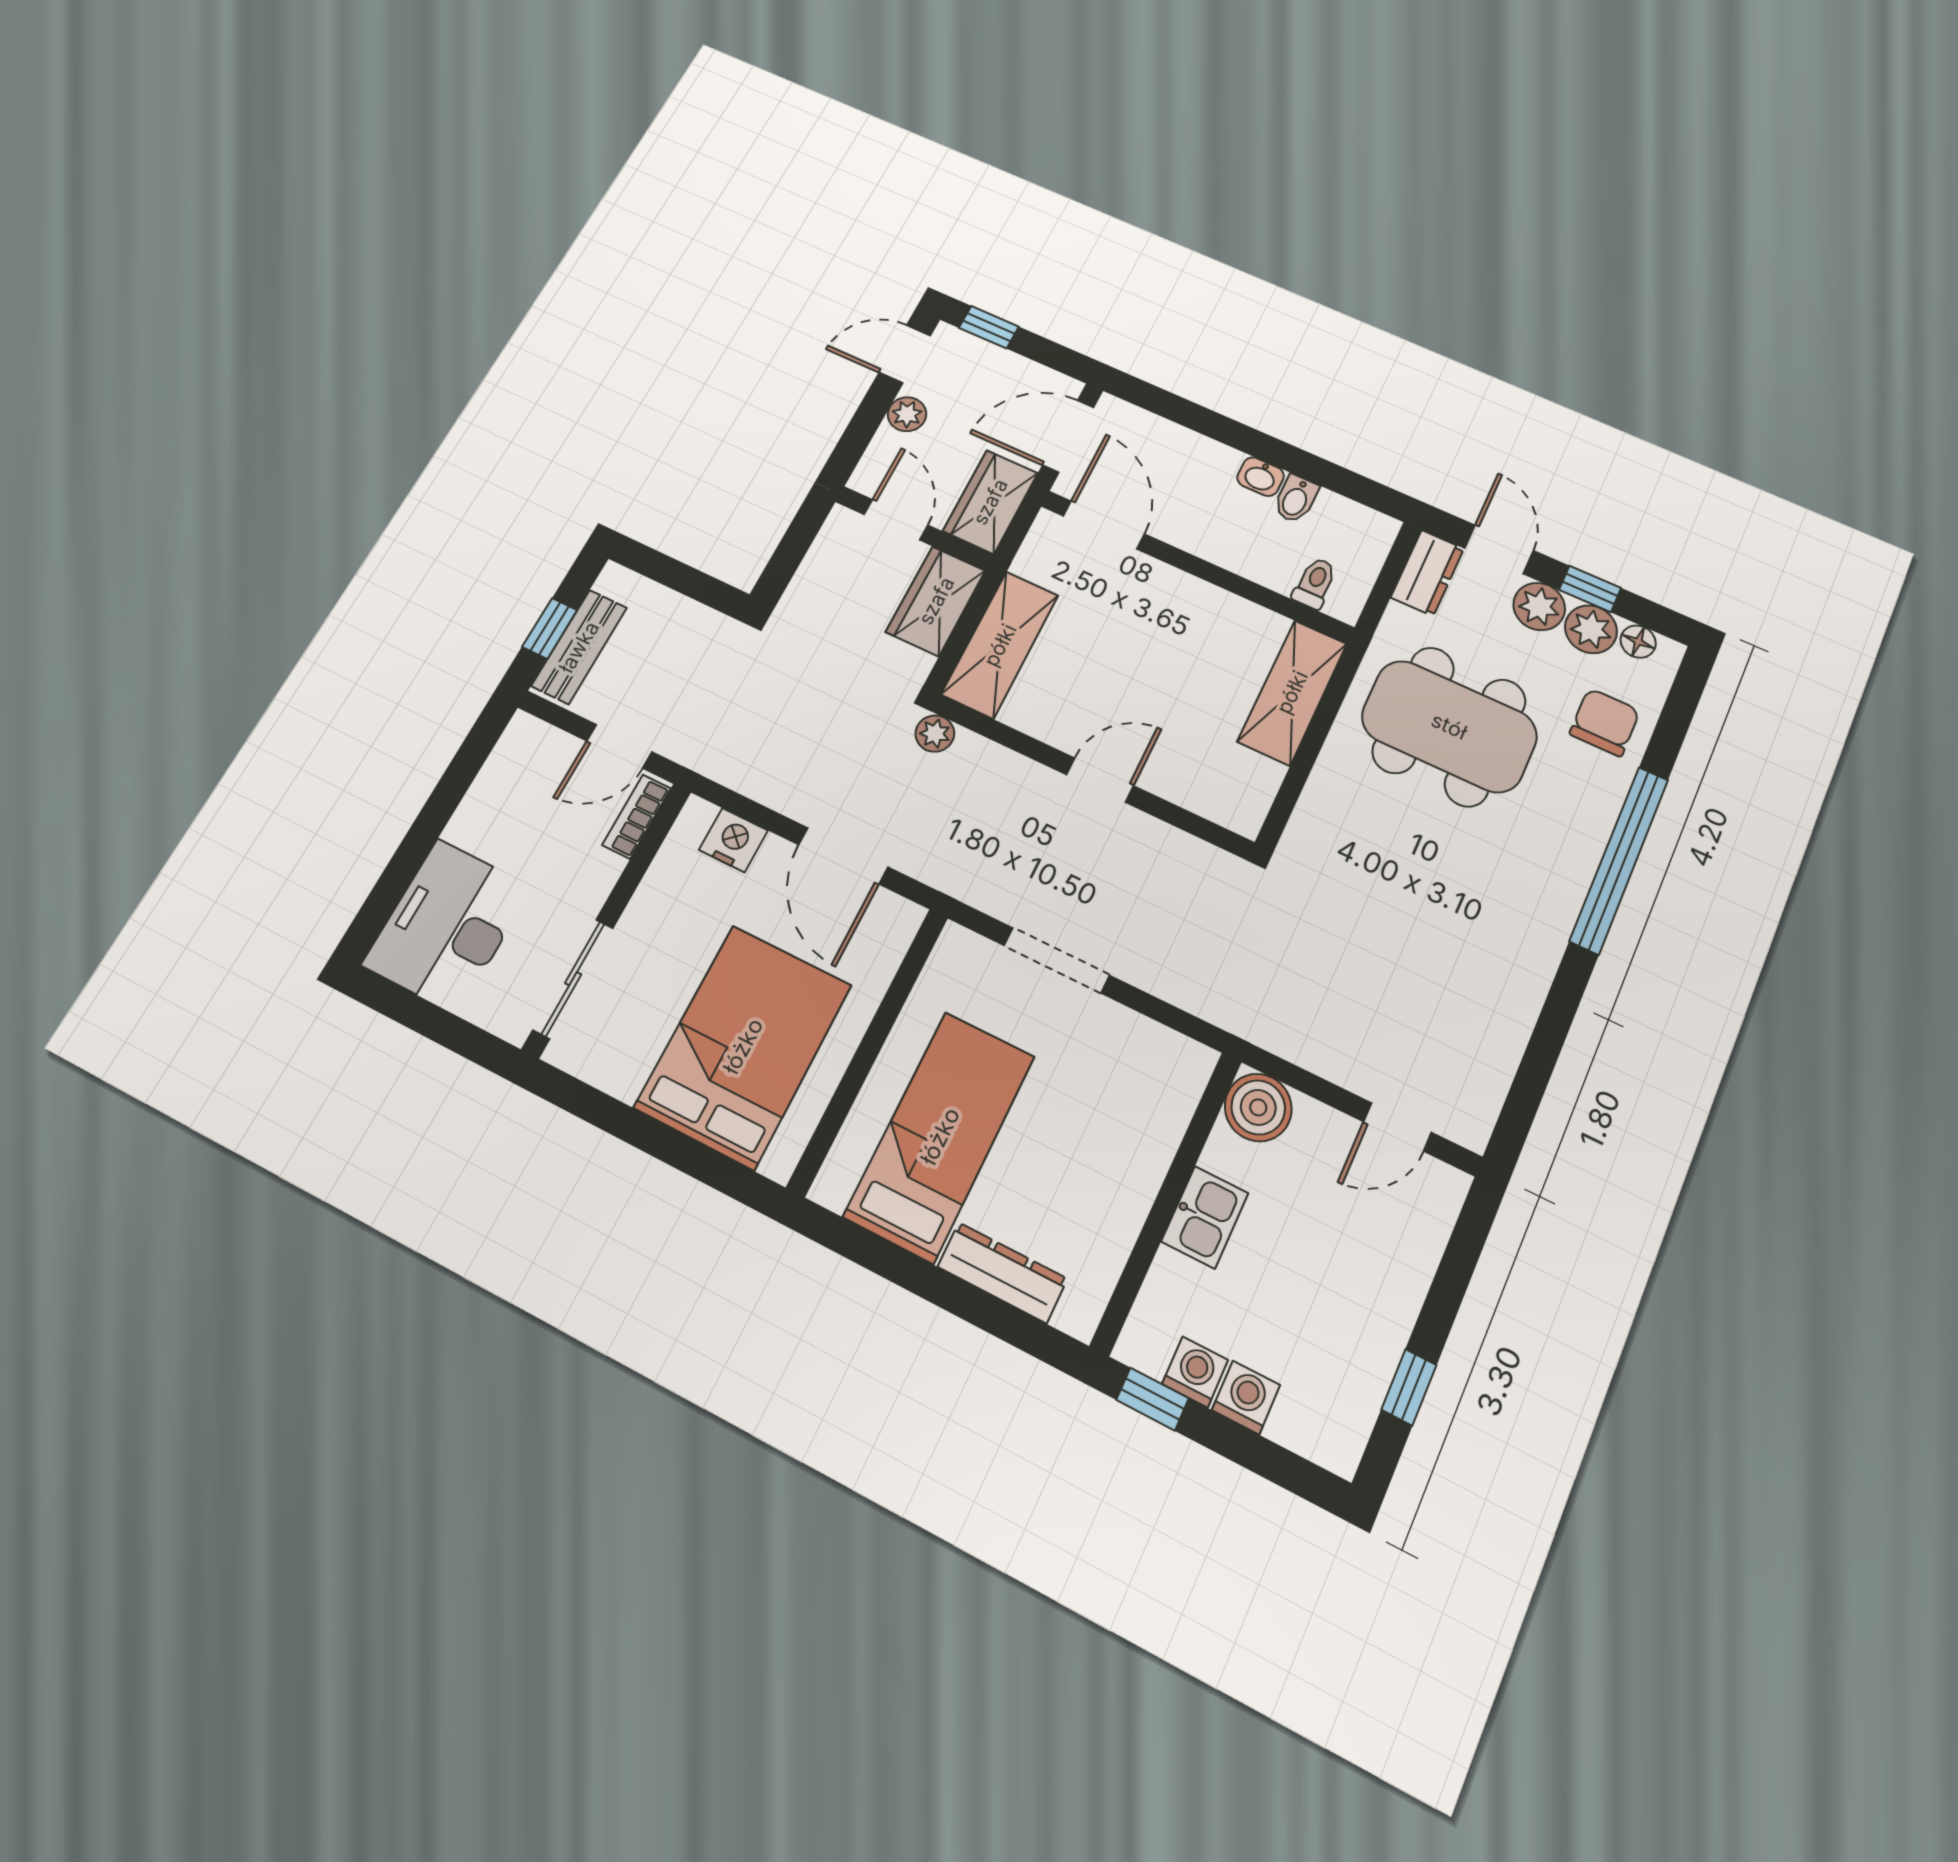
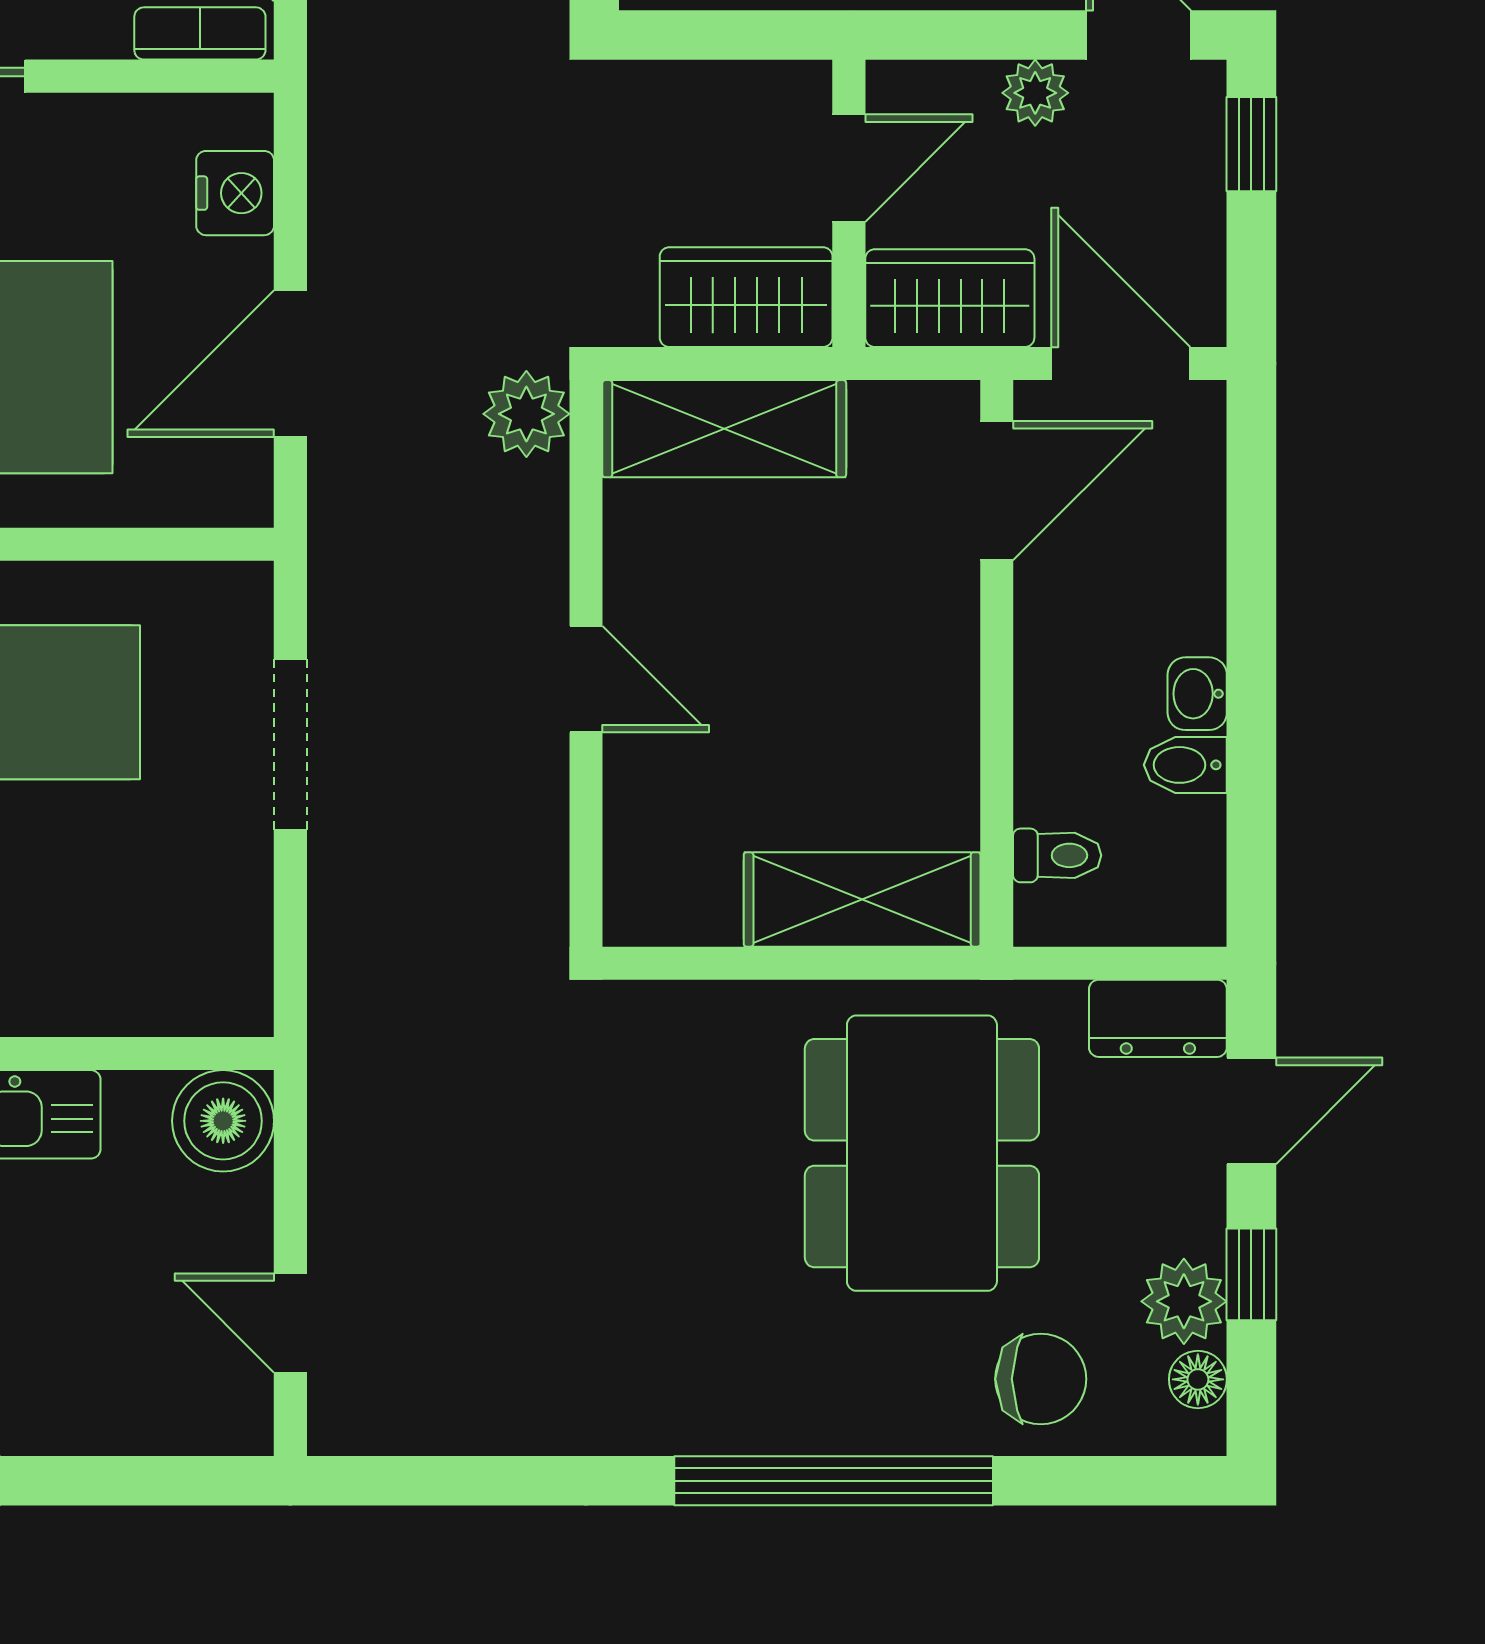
plant: (1539, 606) -> (1184, 1209), removed
plant: (935, 734) -> (526, 414), width x1.38, depth x1.38

